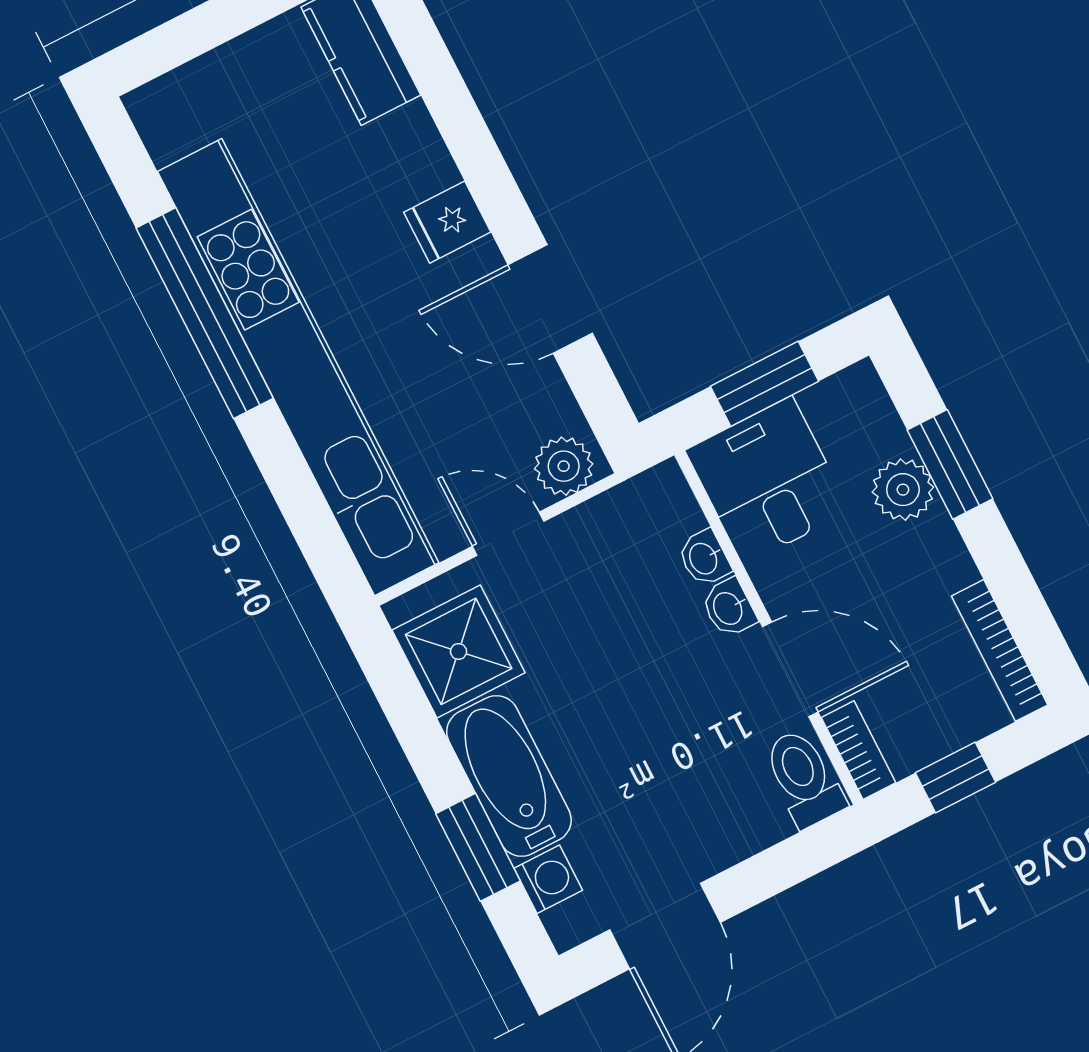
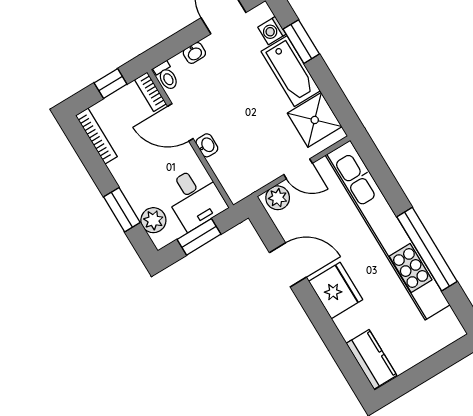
fridge: (447, 222) -> (336, 290), width x1.88, depth x1.34
plant: (903, 490) -> (153, 220), moved
washbasin: (704, 558) -> (194, 53), moved, turned 90
toilet: (804, 778) -> (166, 76), width x0.73, depth x0.72

